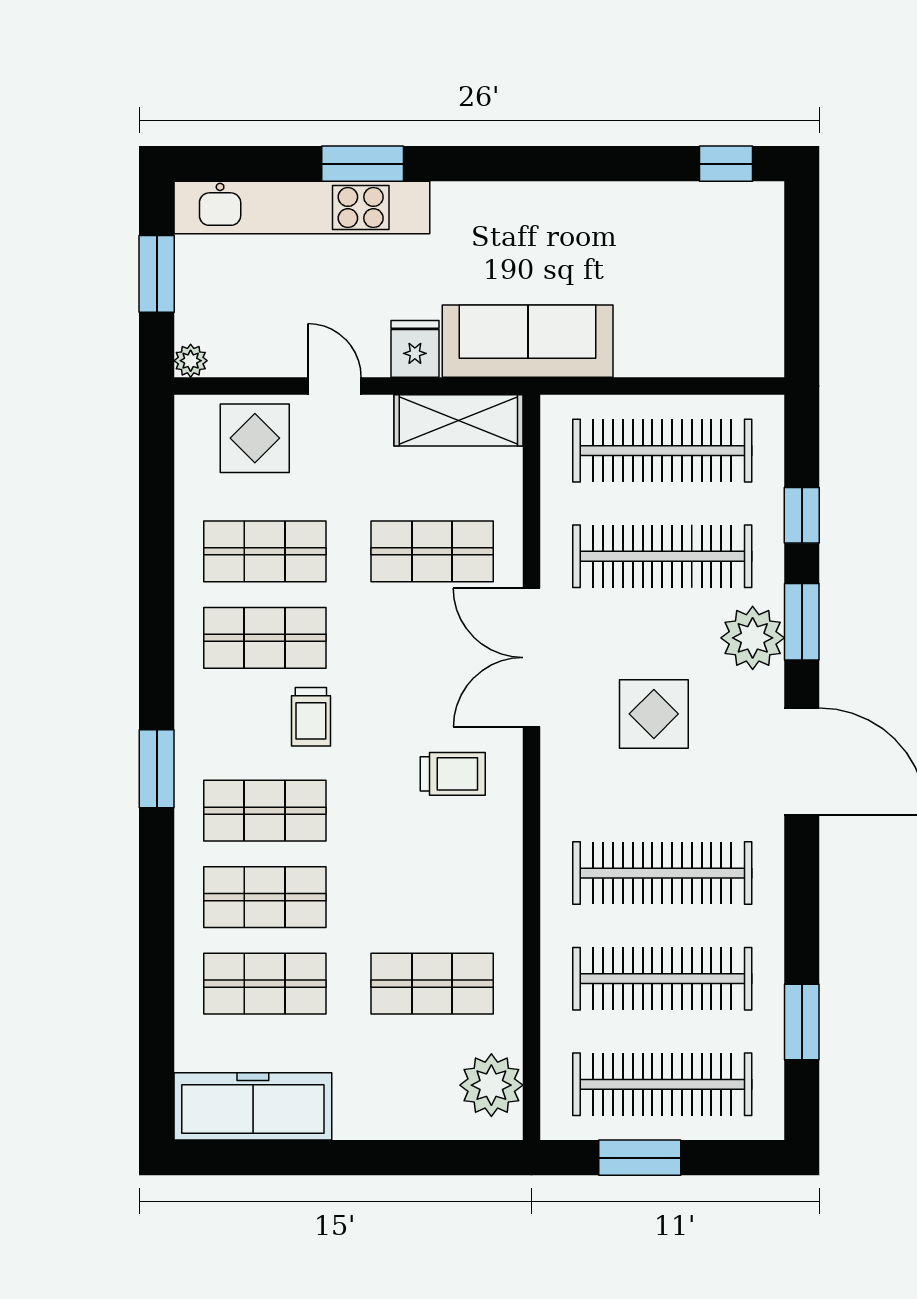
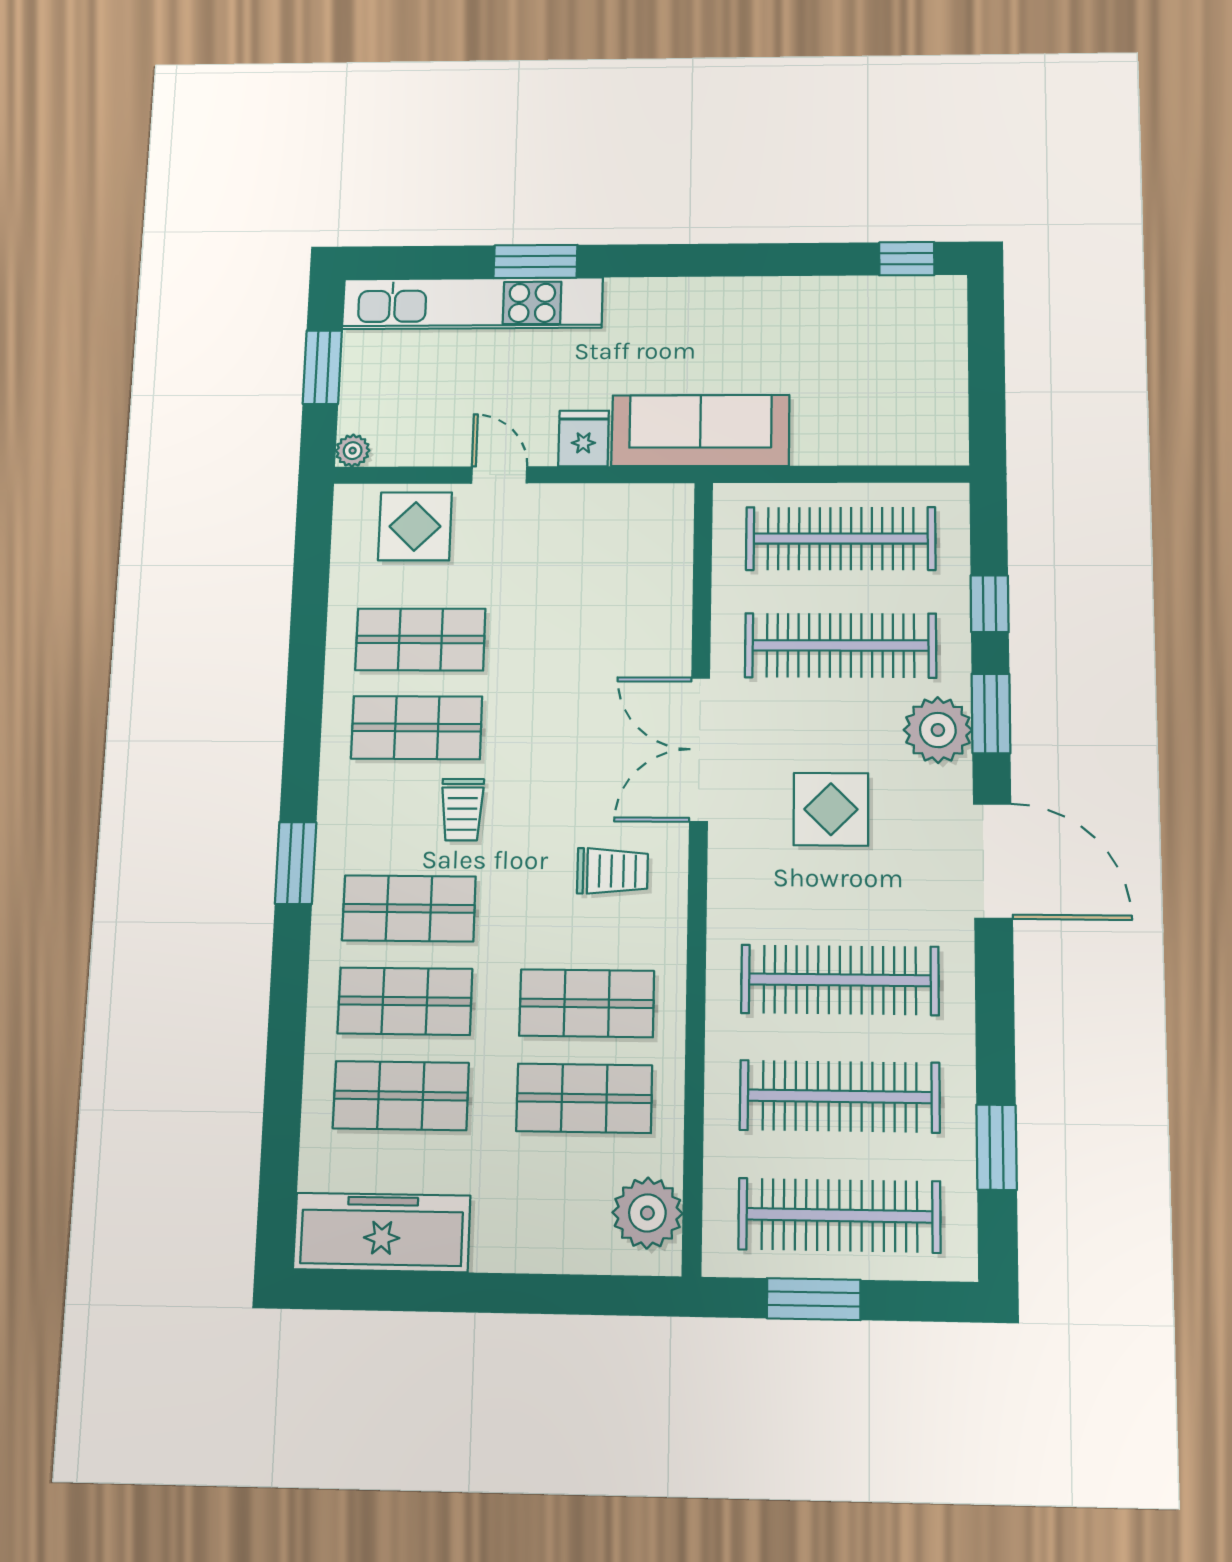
shelving: (458, 420) -> (627, 509), removed
shop shelf: (432, 551) -> (587, 1003), moved

